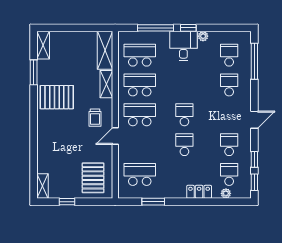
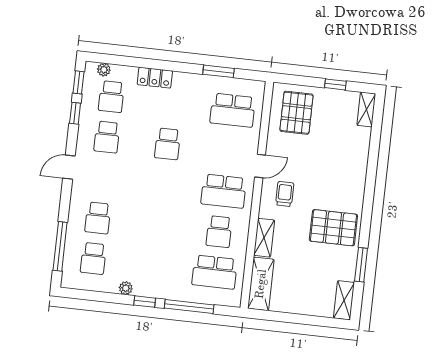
desk: (183, 46) -> (154, 278), removed
school desk: (140, 85) -> (219, 232), width x0.54
school desk: (184, 115) -> (163, 184), removed
plant: (226, 193) -> (104, 70), moved

